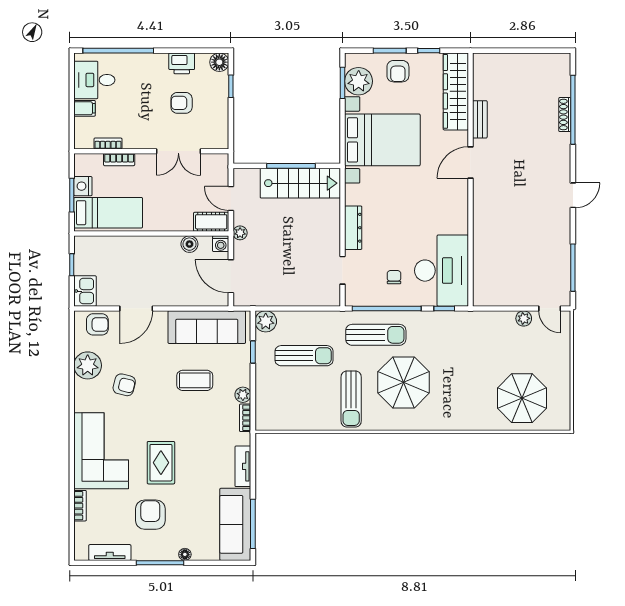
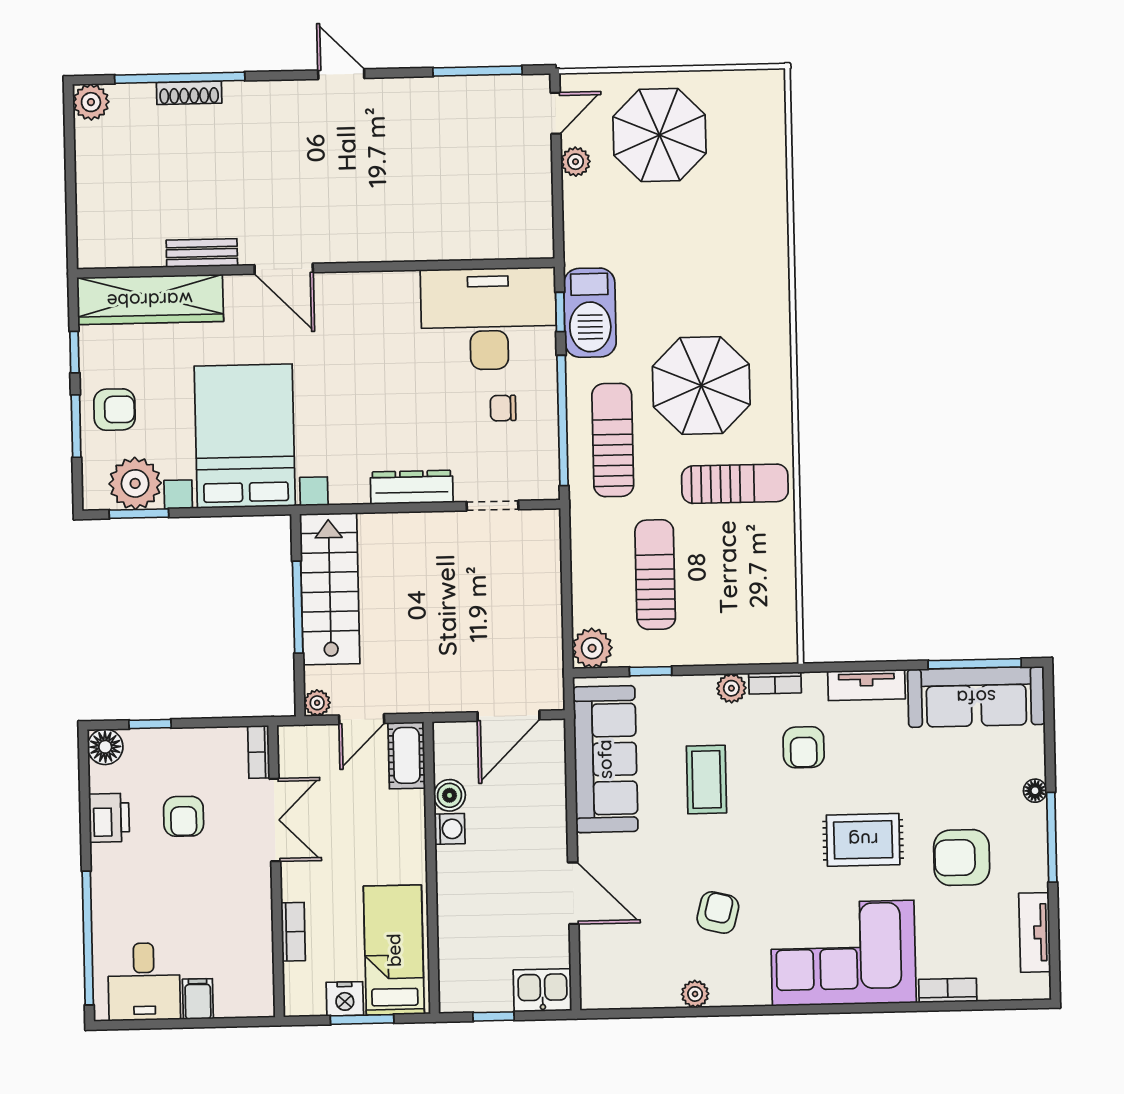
plant: (561, 62) -> (91, 102), added
bookcase: (108, 143) -> (259, 752), moved
plant: (240, 233) -> (317, 703), moved
washing machine: (221, 244) -> (450, 829), moved
armchair: (97, 324) -> (804, 747), moved, turned 180
barbecue: (444, 324) -> (590, 313), added
plant: (88, 365) -> (695, 994), width x0.53, depth x0.53
parasol: (522, 398) -> (659, 135), moved

